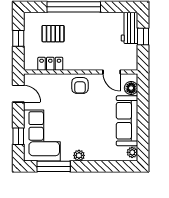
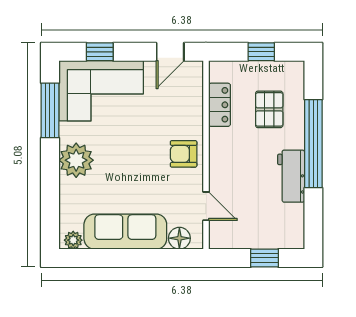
workbench: (130, 28) -> (291, 176), moved, turned -90
door: (112, 72) -> (206, 206), swing flipped
plant: (79, 155) -> (76, 160), width x1.88, depth x1.88

